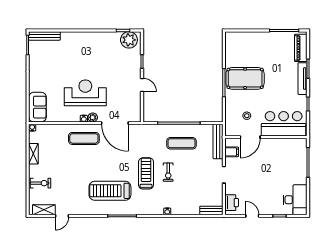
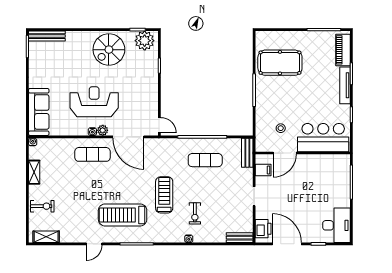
spiral stairs: (98, 48) -> (109, 50), added
pool table: (245, 78) -> (280, 63), moved
door: (142, 85) -> (159, 125), moved
sofa: (37, 107) -> (39, 112), width x1.36
bench: (218, 141) -> (247, 153), width x0.73
exercise bike: (168, 172) -> (195, 213), moved
door: (62, 216) -> (94, 244), moved
door: (252, 216) -> (287, 244), width x1.88

